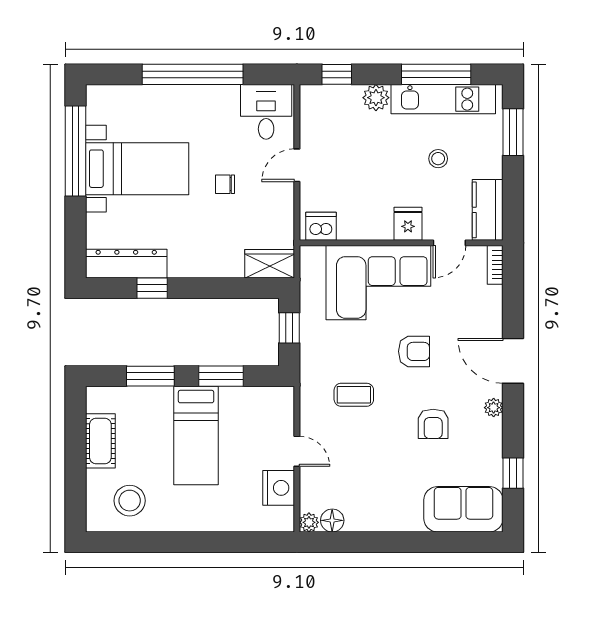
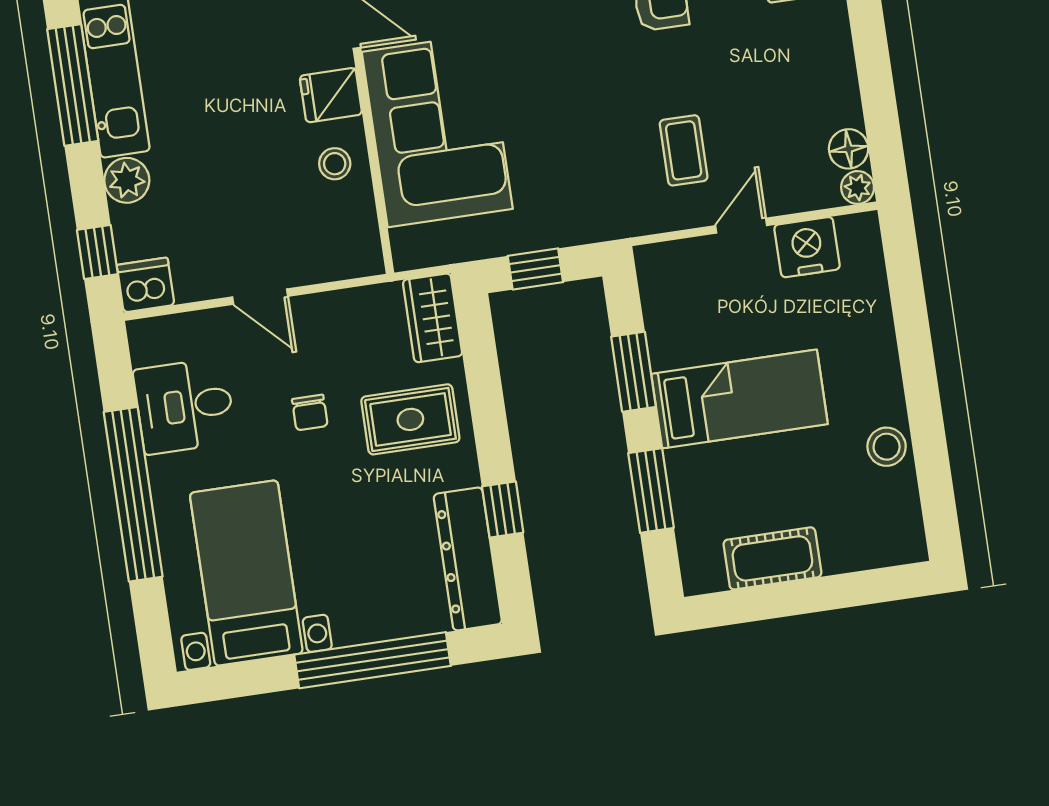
desk: (266, 112) -> (185, 406), moved
window: (75, 151) -> (373, 660), moved
stool: (438, 159) -> (335, 164), moved
bed with nightstands: (137, 169) -> (246, 573), moved
dishwasher: (321, 226) -> (146, 285), moved, turned 90
rug: (212, 242) -> (410, 419), added
armchair: (414, 351) -> (544, 53), removed
coffee table: (354, 395) -> (684, 150), moved
stool: (130, 501) -> (887, 447), moved, width x0.73, depth x0.73

